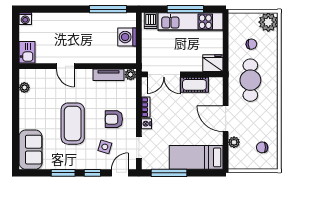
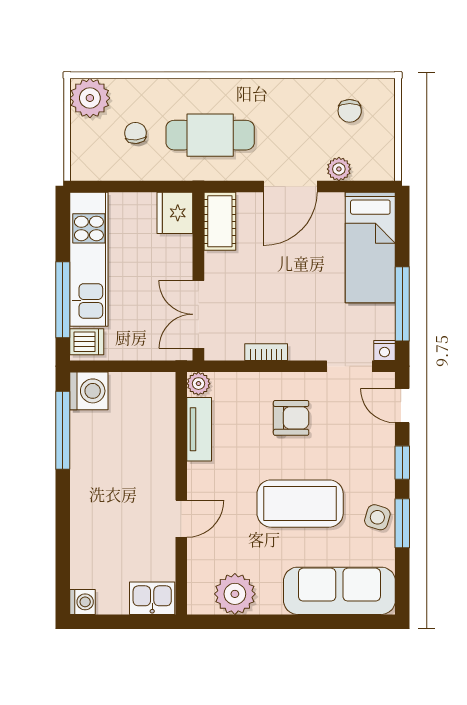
window: (185, 9) -> (63, 300), moved
washing machine: (127, 37) -> (89, 391), moved, turned -90
double door: (164, 74) -> (198, 314), swing flipped
cot: (194, 85) -> (220, 221), moved
plant: (24, 87) -> (235, 594), width x1.87, depth x1.87
armchair: (114, 119) -> (291, 418), turned -90
nightstand: (146, 124) -> (385, 350), moved
side table: (105, 147) -> (377, 517), moved
sofa: (31, 150) -> (339, 591), width x1.36

